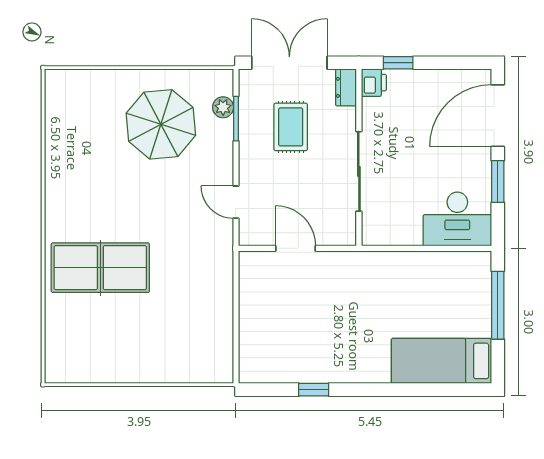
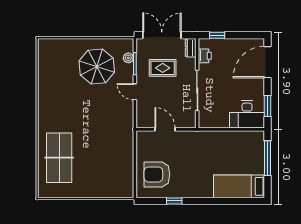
printer: (374, 83) -> (205, 56), moved
rug: (291, 127) -> (163, 68), turned 90
window: (498, 181) -> (268, 106), moved
door: (236, 202) -> (135, 92), moved
table tennis table: (100, 268) -> (59, 158), moved, turned 90
armchair: (279, 337) -> (157, 174), added

